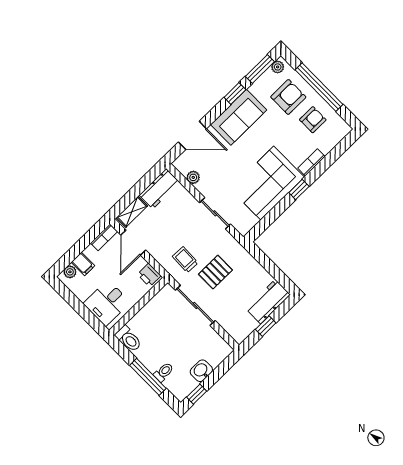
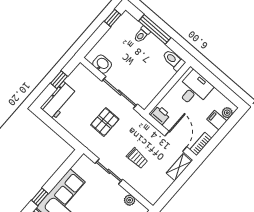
workbench: (159, 189) -> (157, 188), removed
trolley: (185, 260) -> (137, 158), moved
washbasin: (201, 371) -> (102, 64), moved, turned -90

